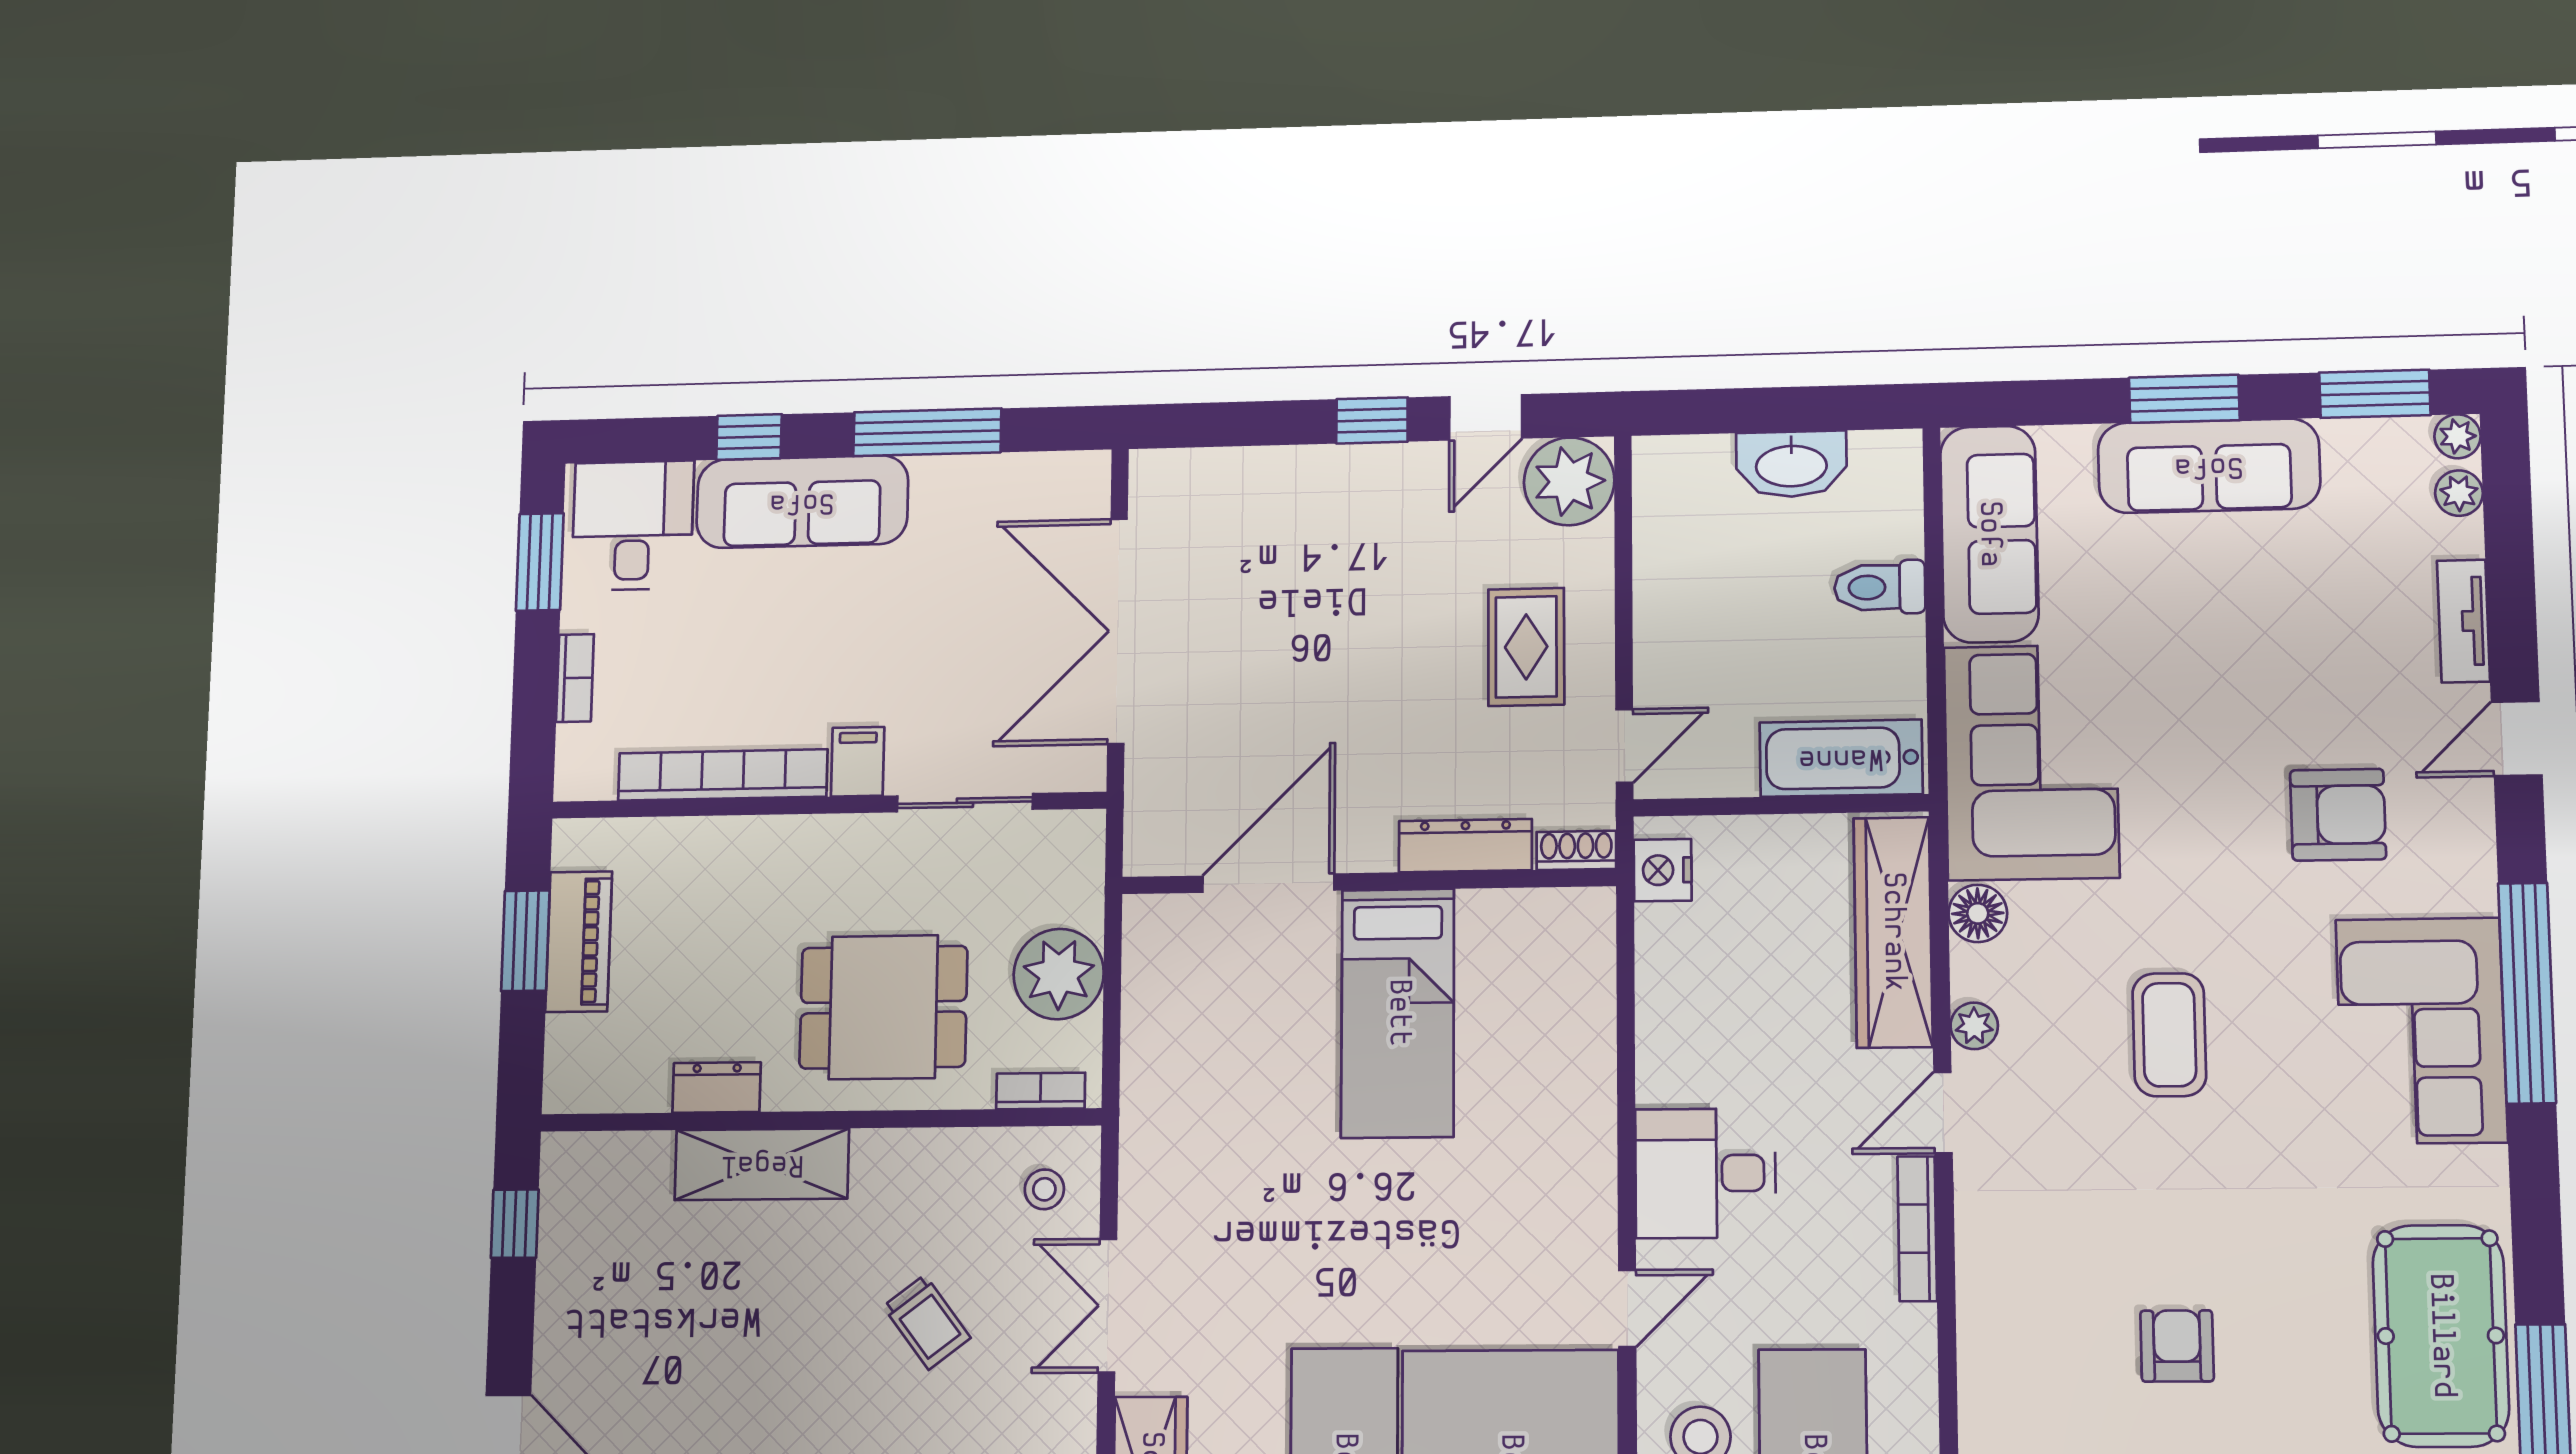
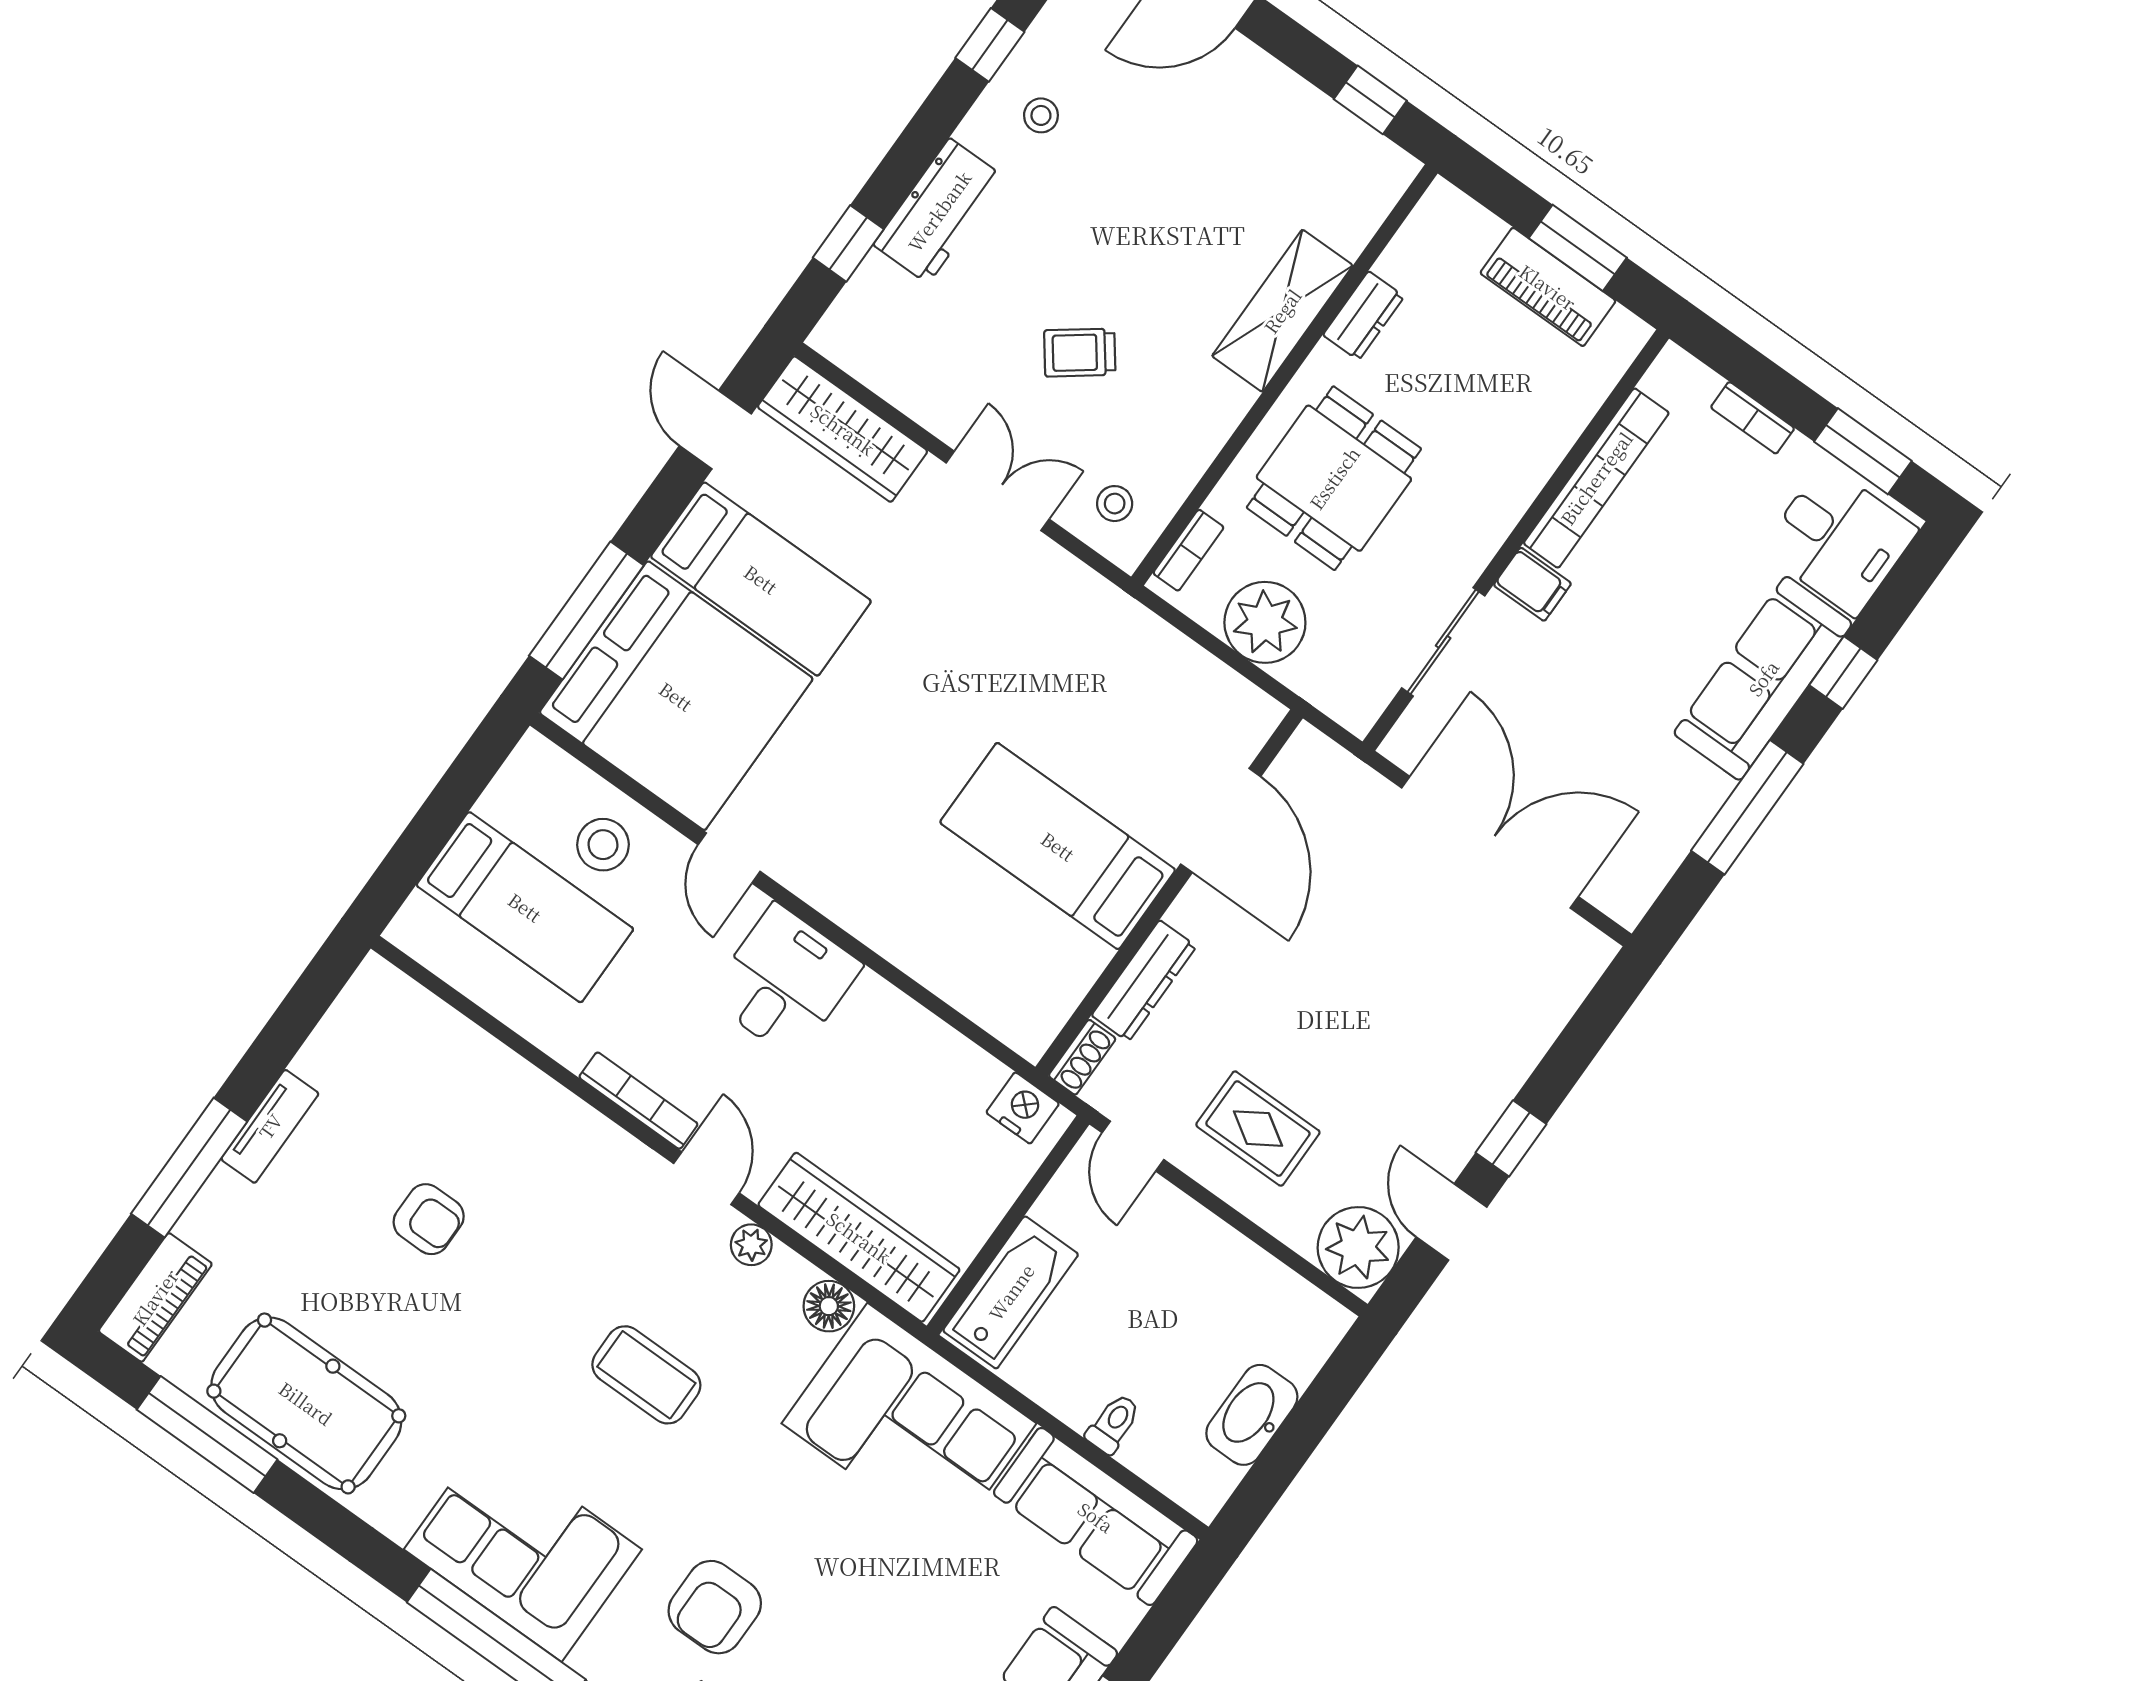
toilet: (1880, 587) -> (1113, 1424), width x0.73, depth x0.72

